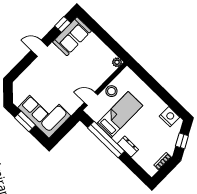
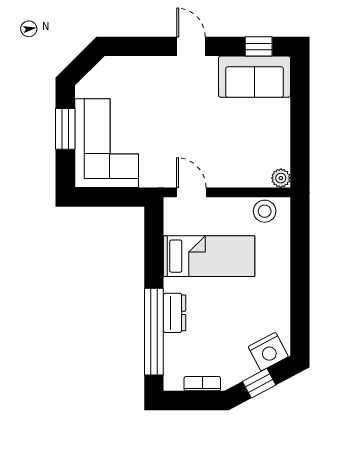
stool: (111, 91) -> (265, 211), moved
nightstand: (169, 117) -> (268, 352), moved, turned 62
window: (106, 139) -> (154, 332), moved

